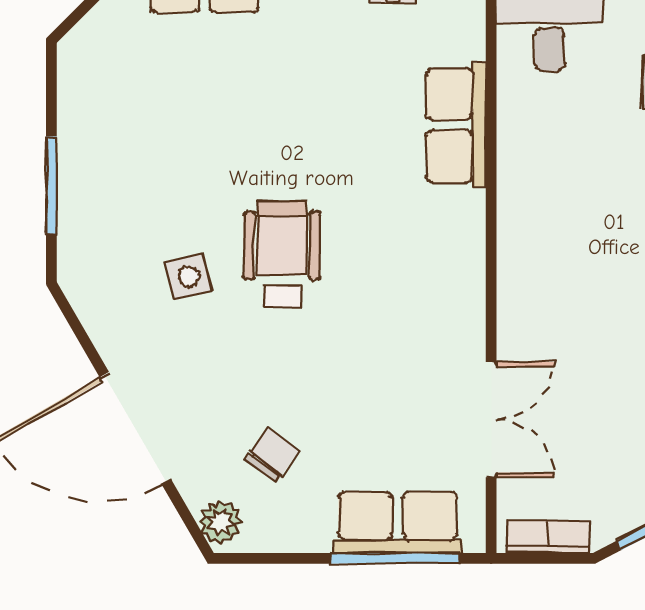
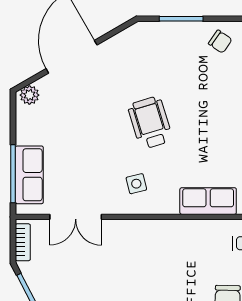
wheelchair: (282, 254) -> (150, 123), turned -107
side table: (189, 276) -> (136, 184), moved
chair: (272, 455) -> (220, 42), moved

